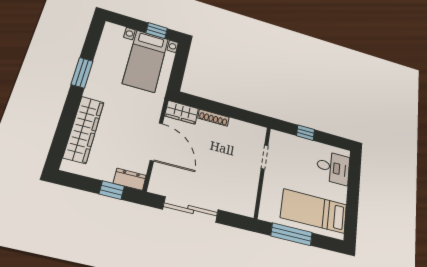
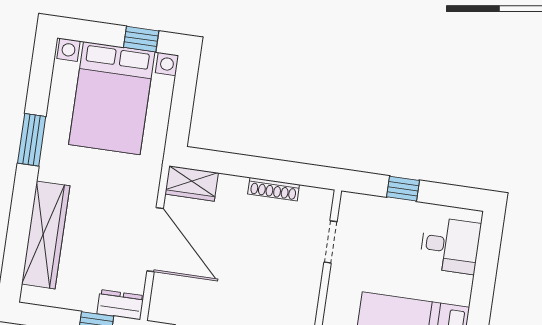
bed with nightstands: (146, 61) -> (112, 98), width x1.36
shoe rack: (213, 118) -> (274, 189), moved

